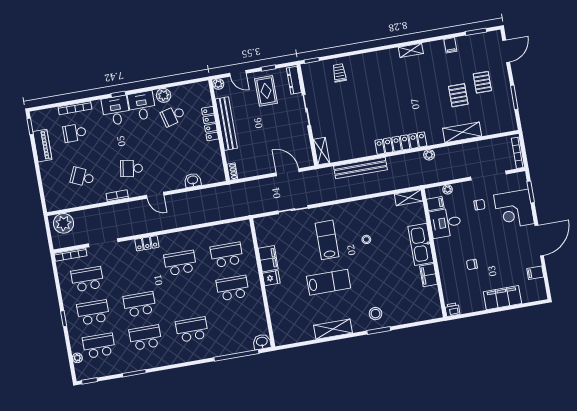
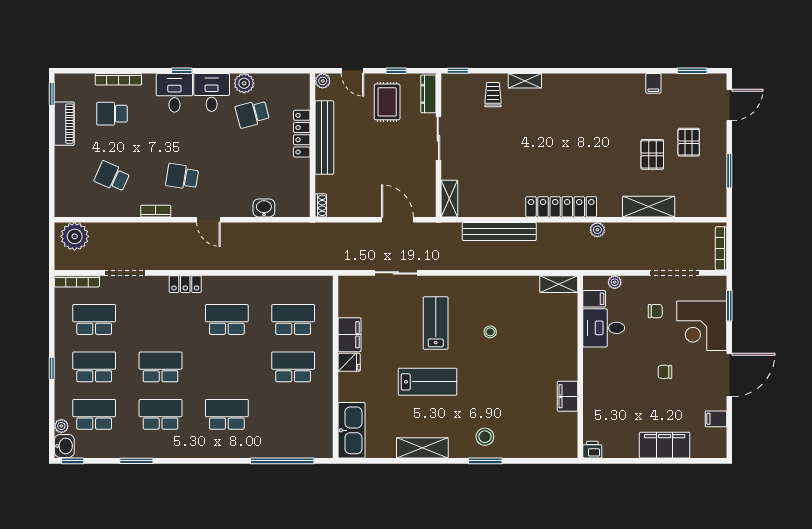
shelving: (411, 50) -> (525, 81), moved
kitchen sink: (421, 244) -> (352, 430), moved, turned 180
chair: (472, 264) -> (665, 372), moved
washbasin: (262, 342) -> (64, 446), moved, turned 90

